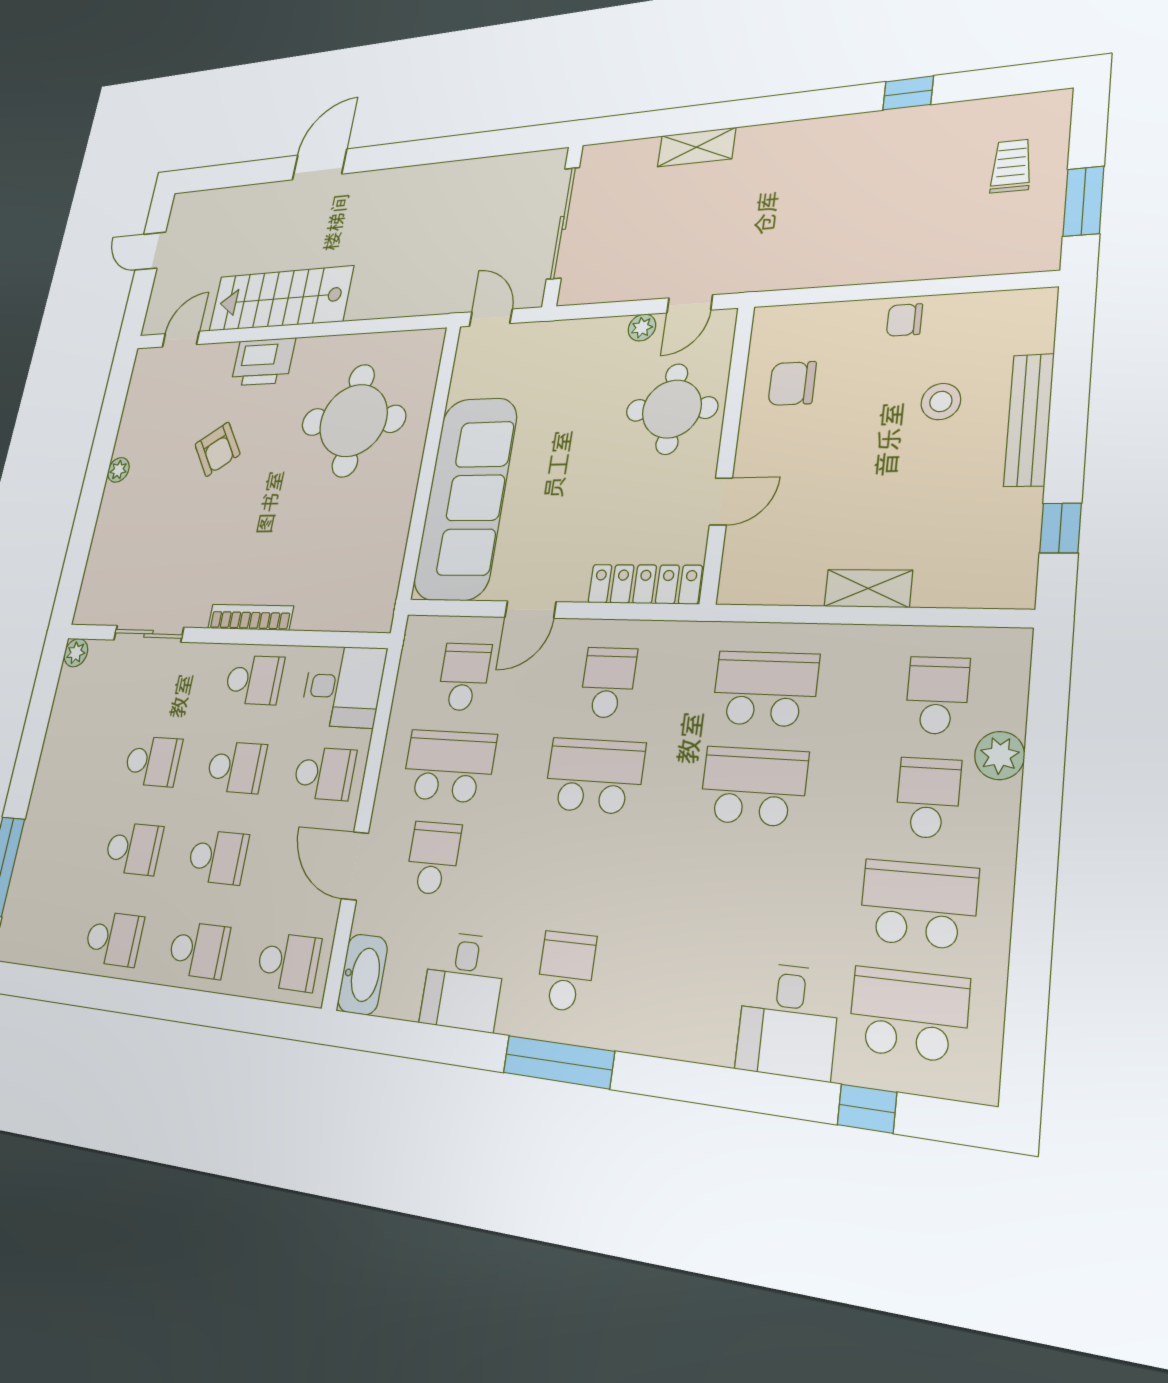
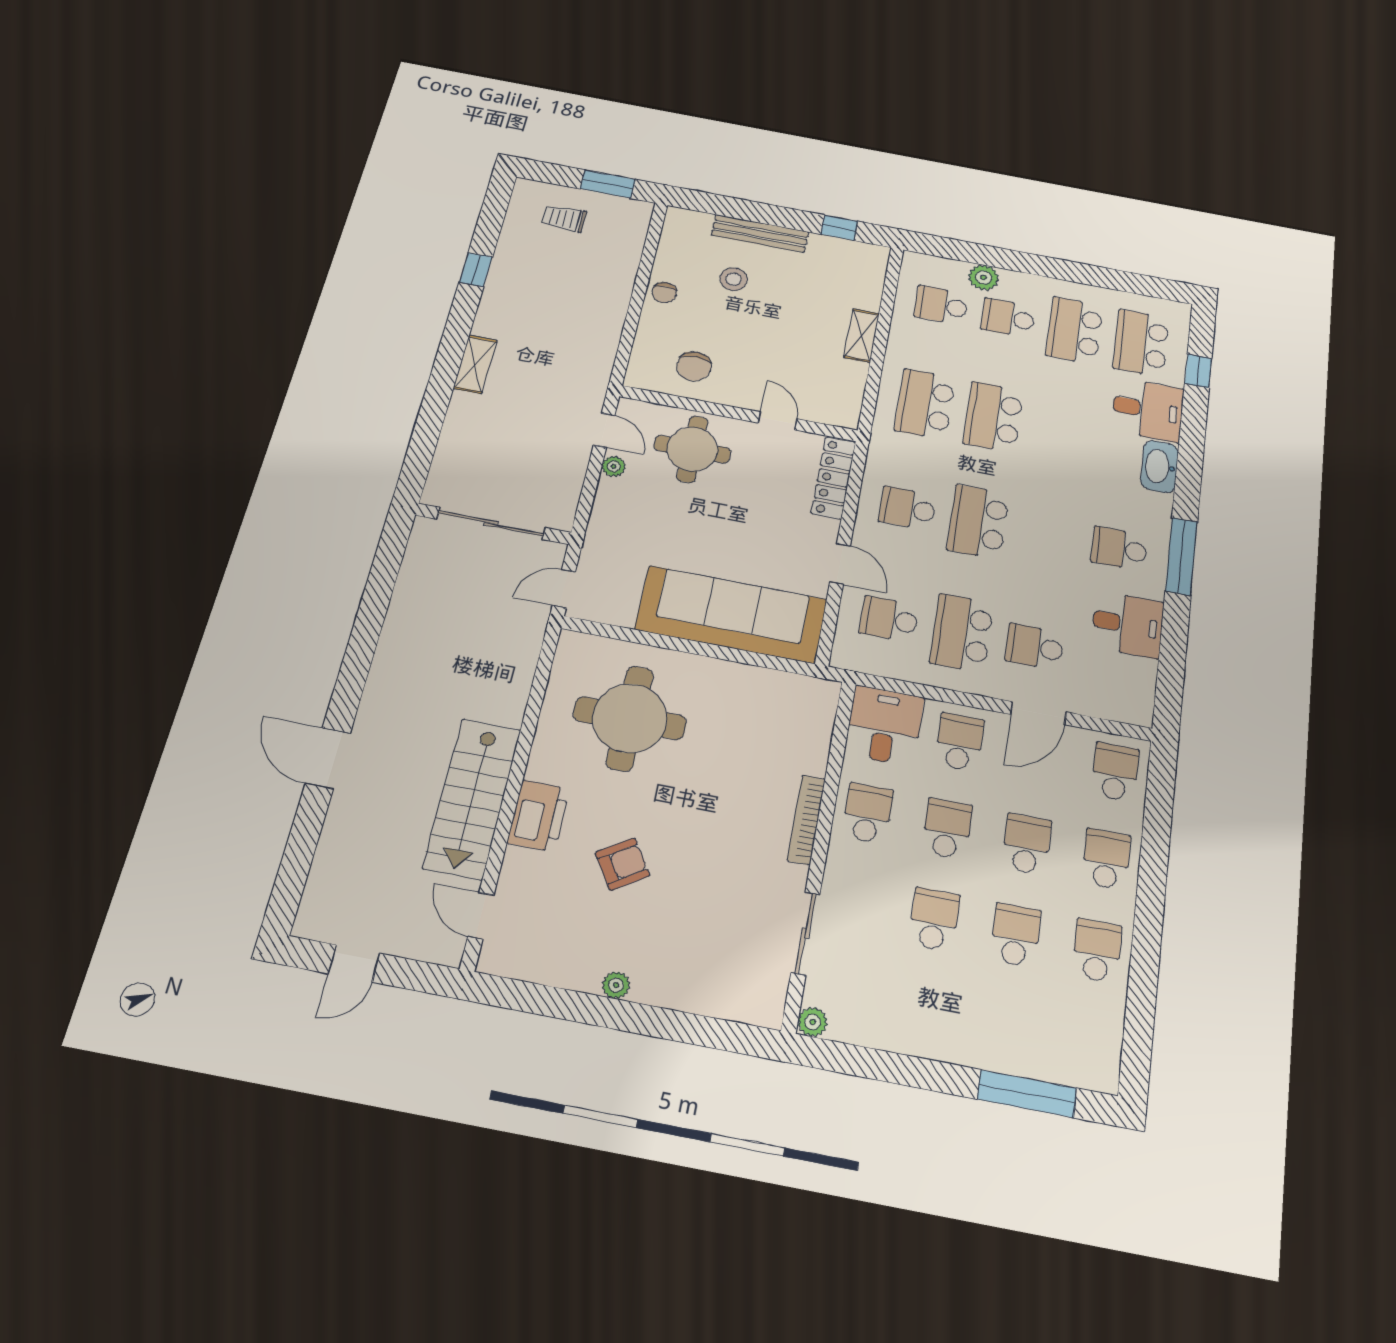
shelving: (696, 147) -> (475, 364), moved
washbasin: (363, 974) -> (1160, 467), moved, turned -90

